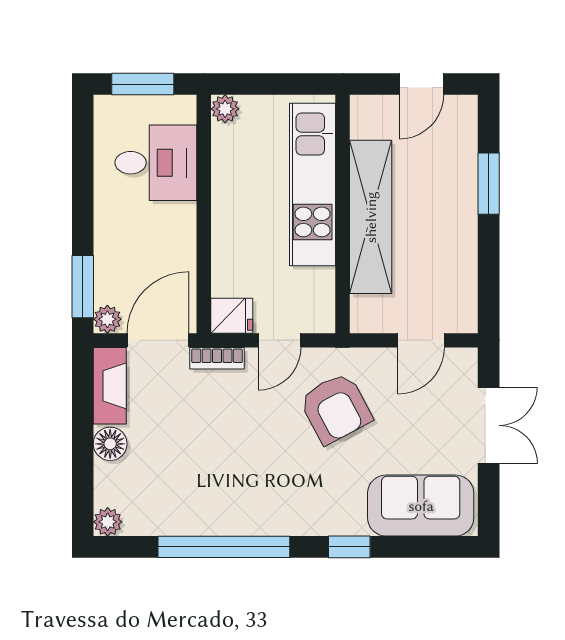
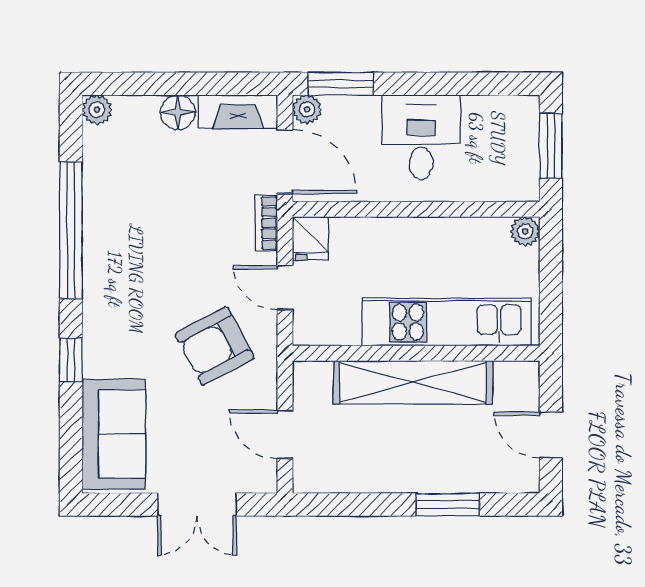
desk: (156, 163) -> (421, 137), moved, turned 180

